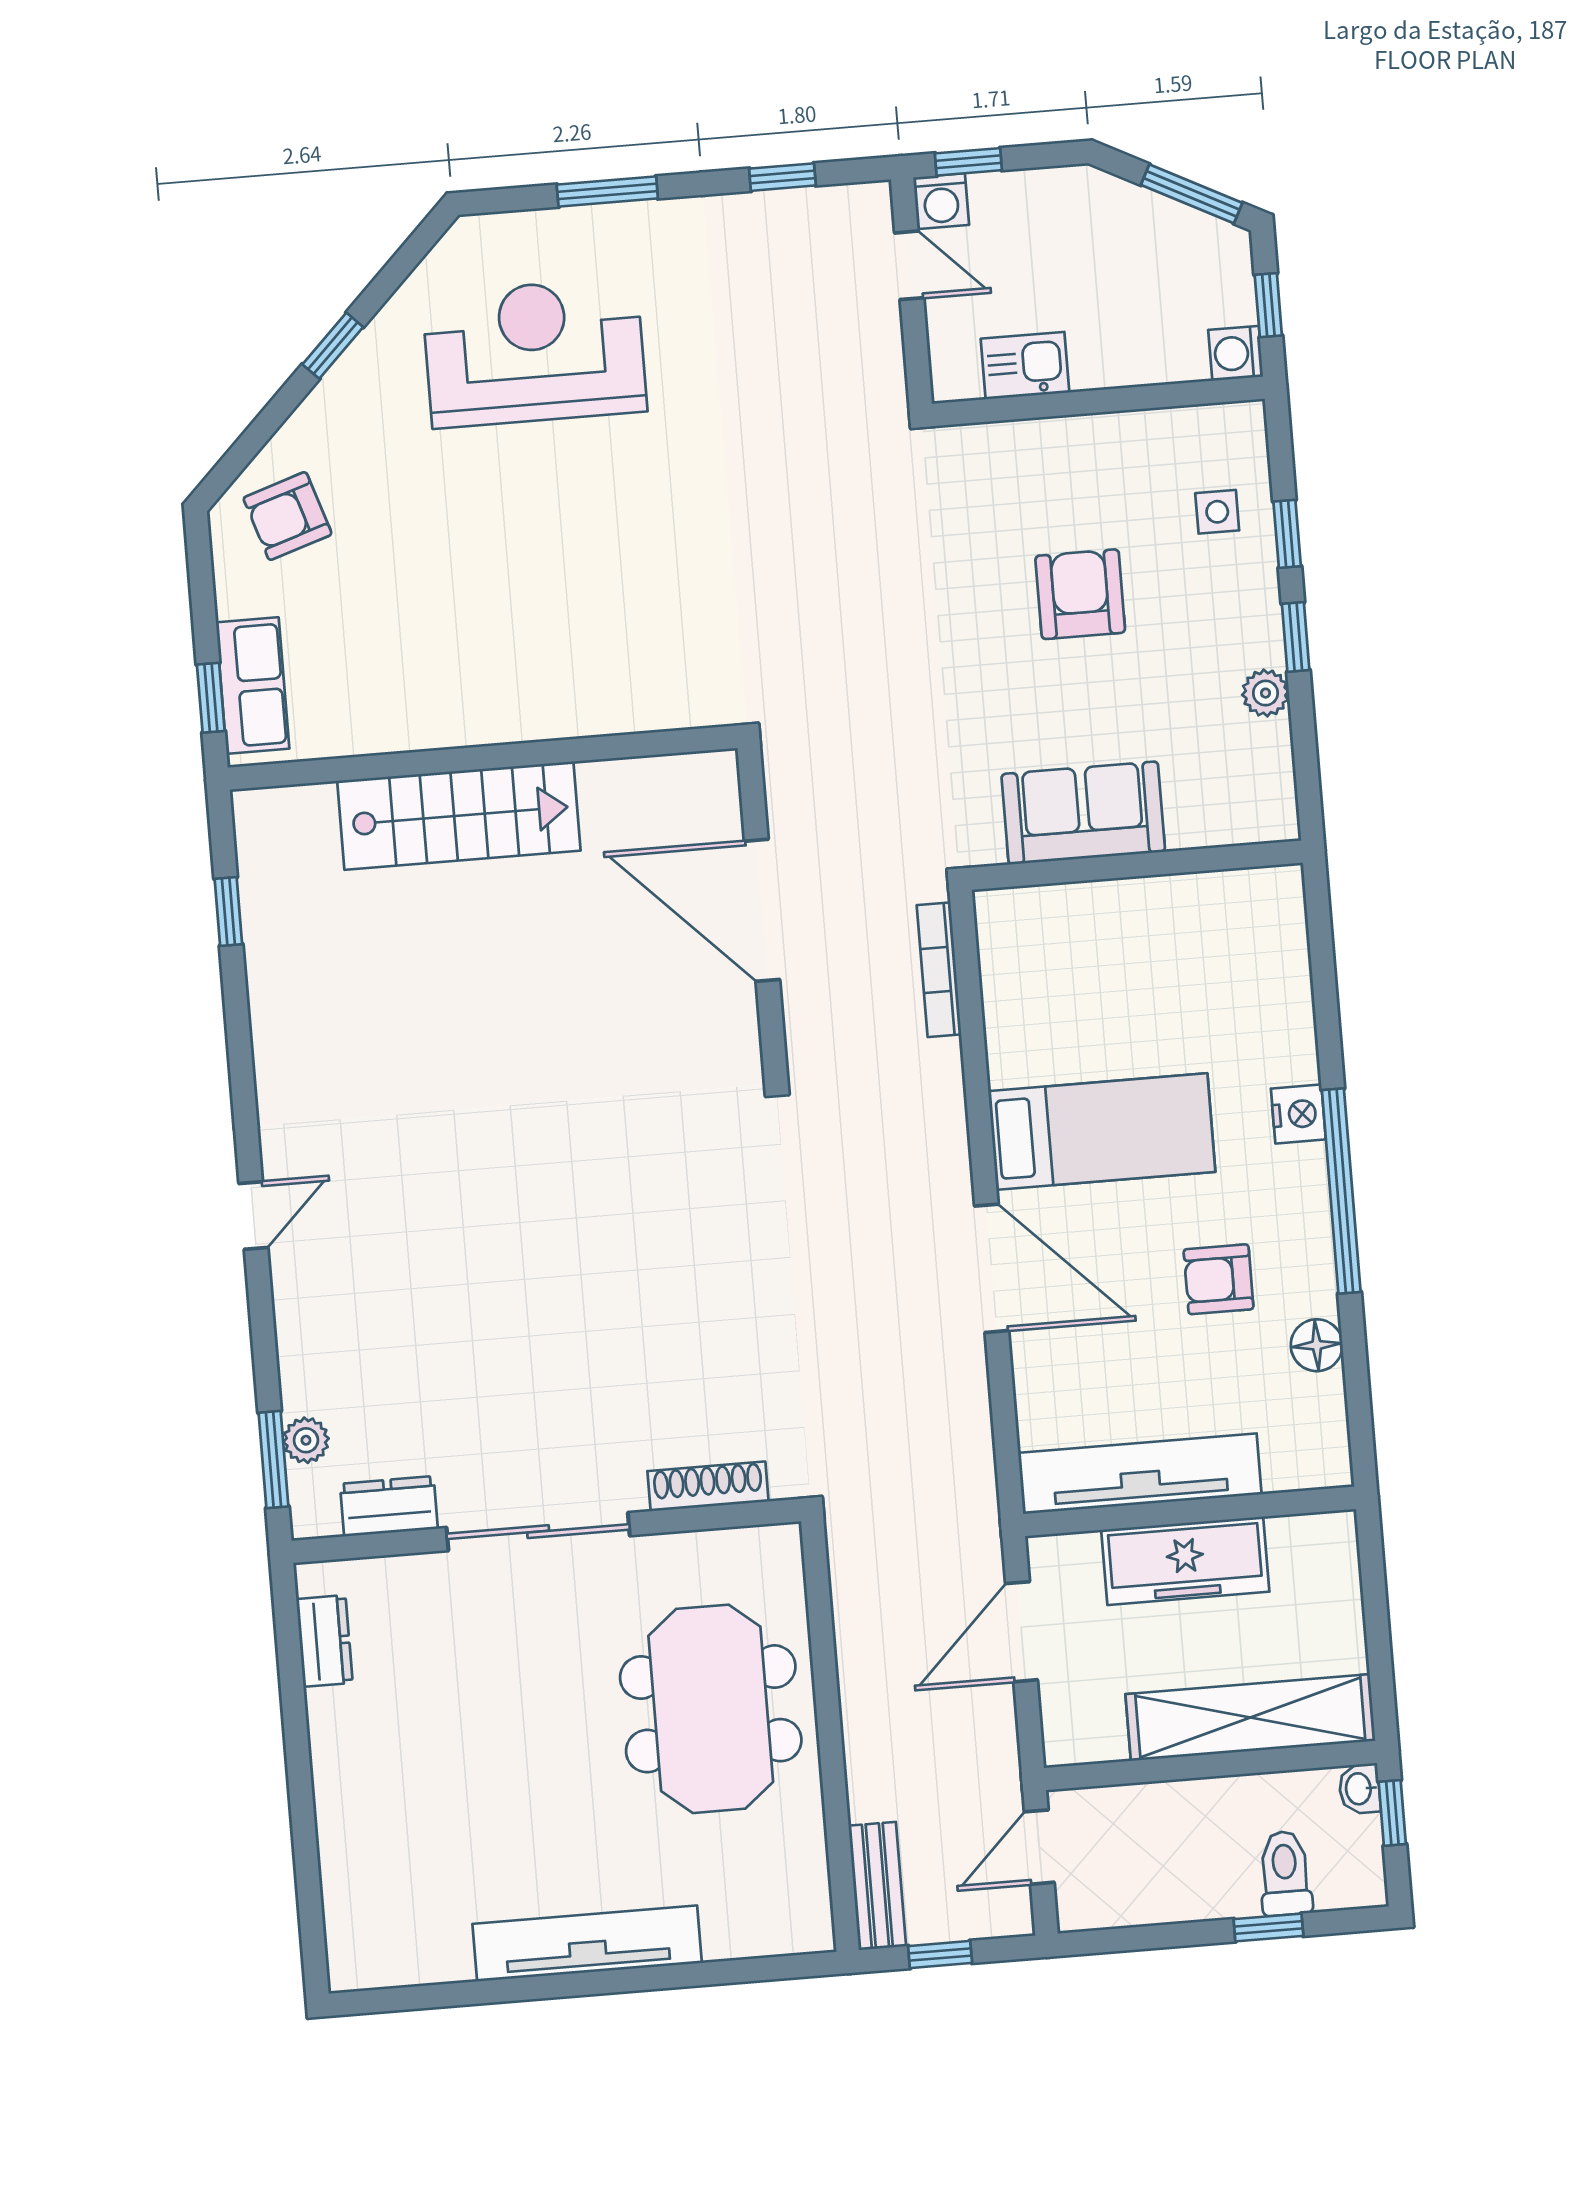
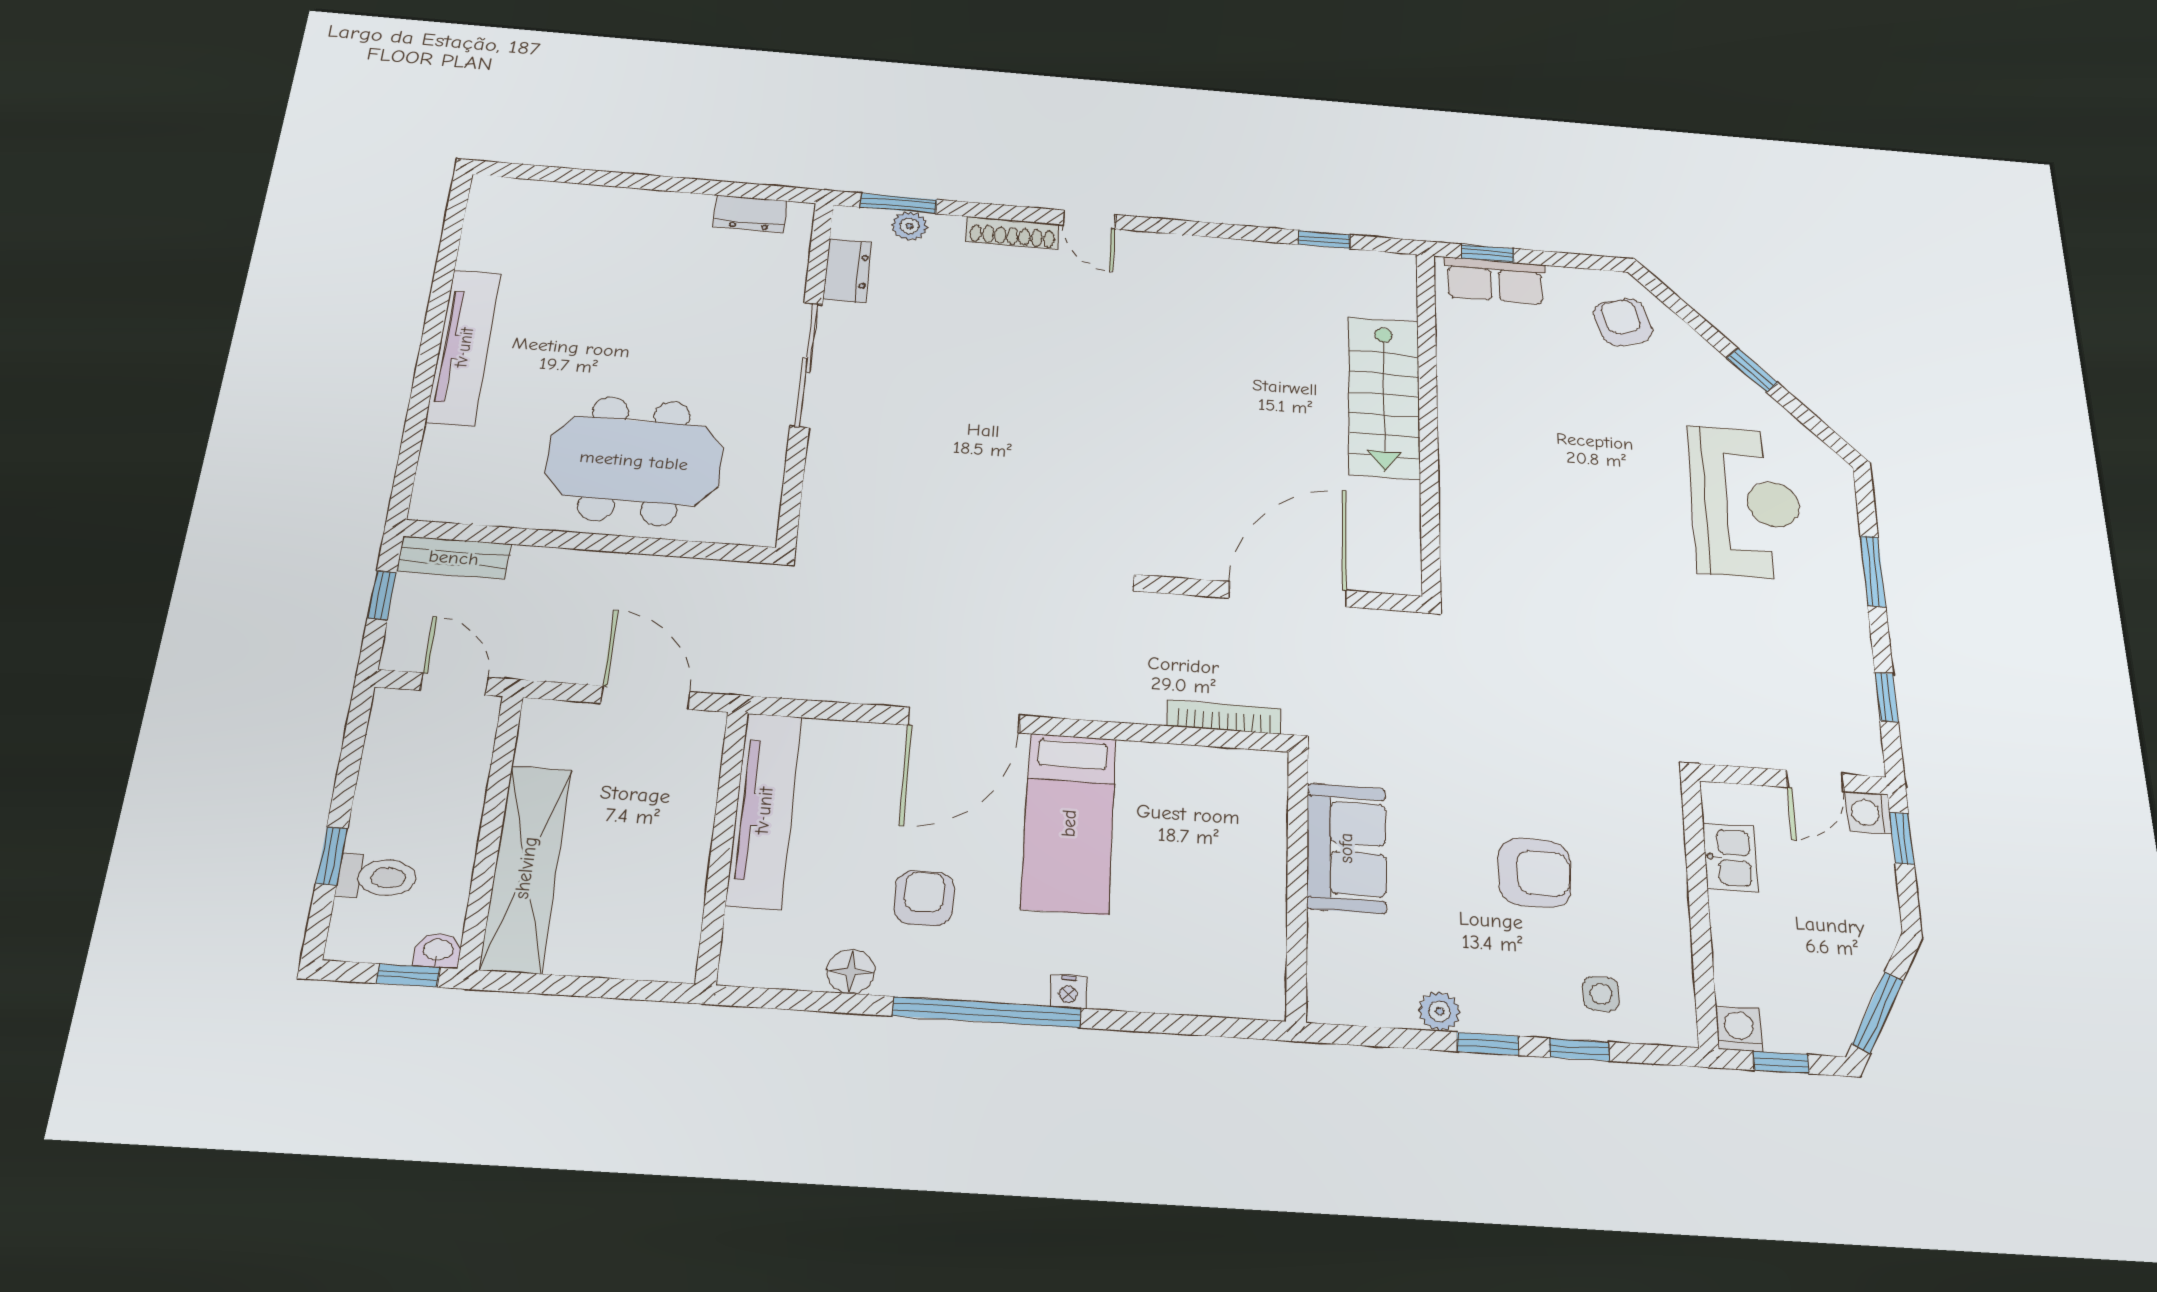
nightstand: (1298, 1114) -> (1068, 992), width x0.72, depth x0.74
shoe rack: (708, 1486) -> (1013, 233), moved, turned 90
freezer: (1185, 1561) -> (679, 835), removed

